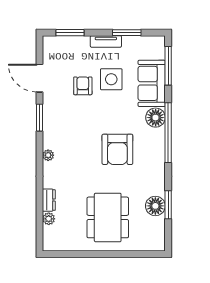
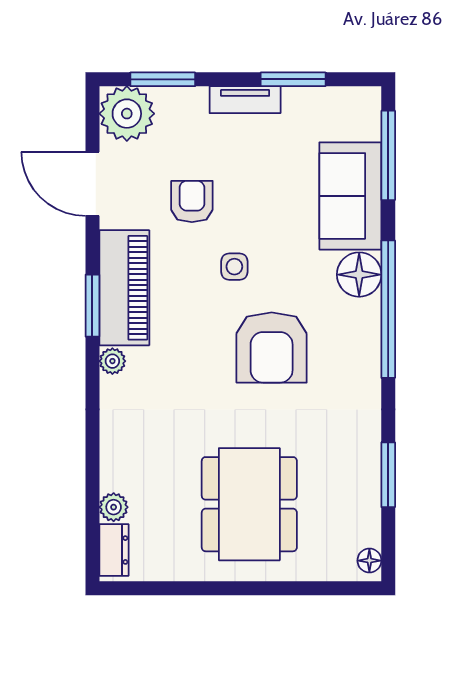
plant: (54, 48) -> (127, 114), added
side table: (111, 79) -> (234, 267), moved, width x0.54, depth x0.54
window: (39, 118) -> (92, 306), moved
piano: (53, 123) -> (124, 288), added
dresser: (49, 200) -> (114, 550), moved
floor lamp: (155, 206) -> (369, 561), moved, width x0.53, depth x0.53

